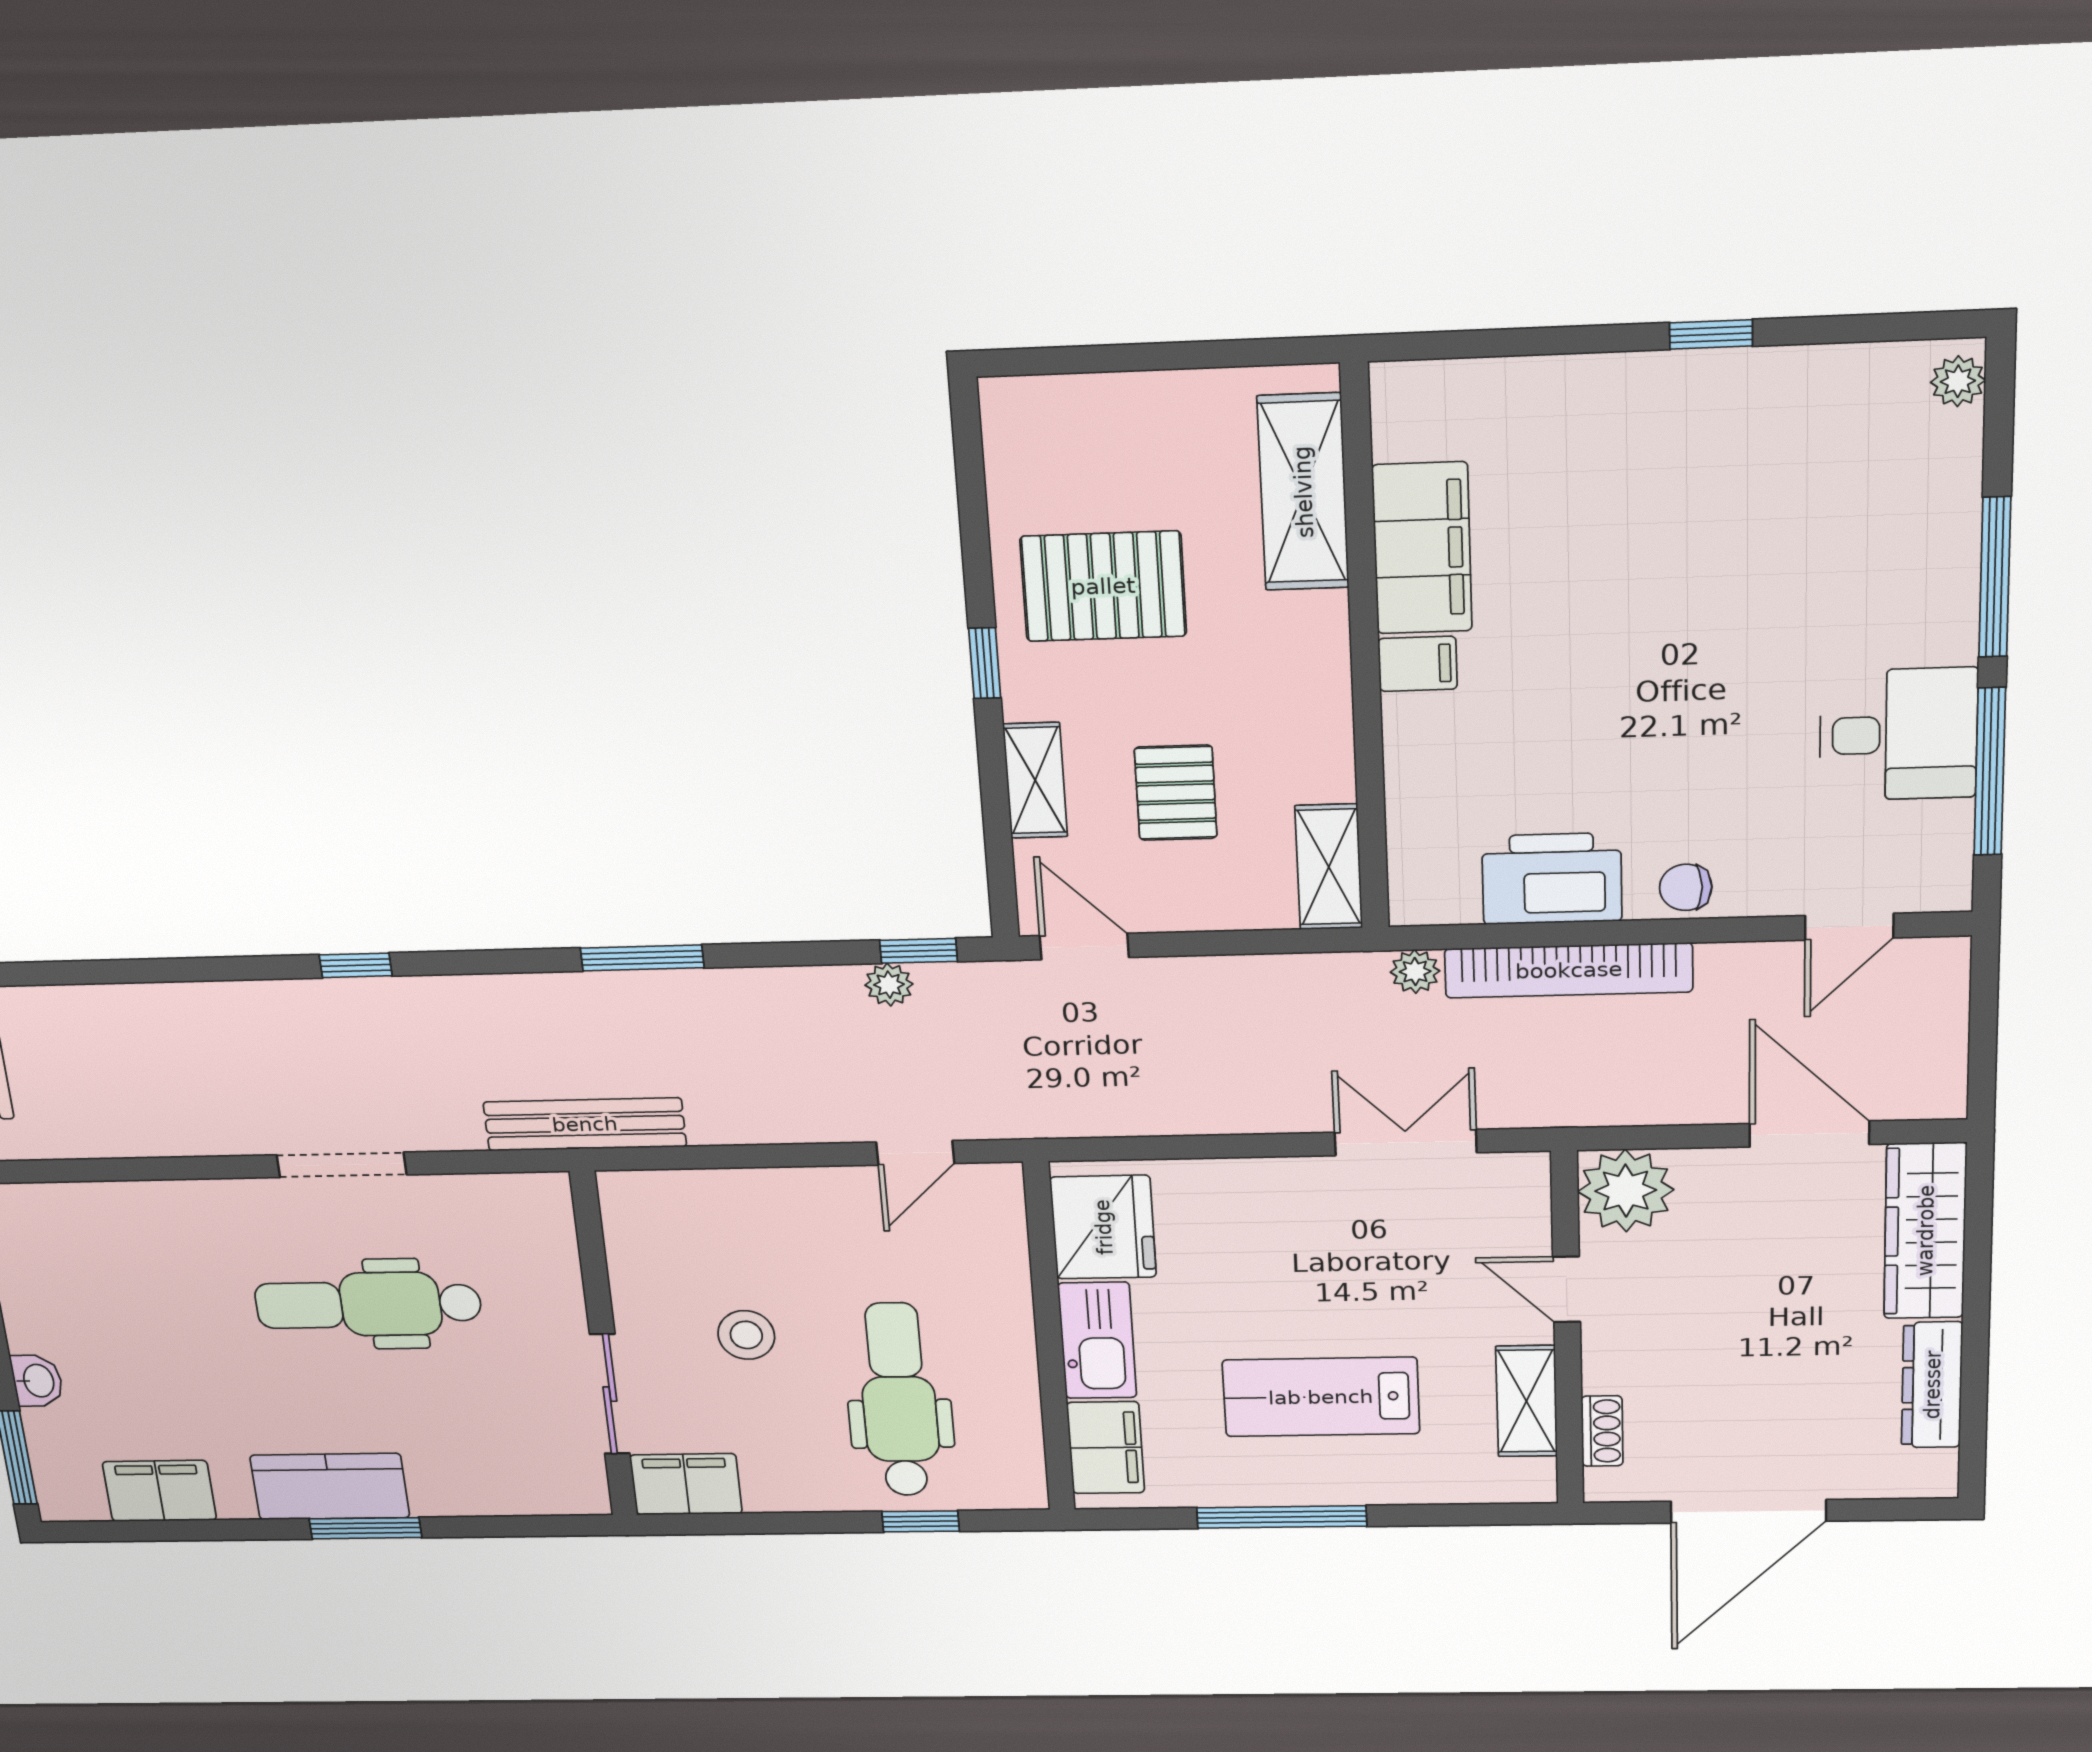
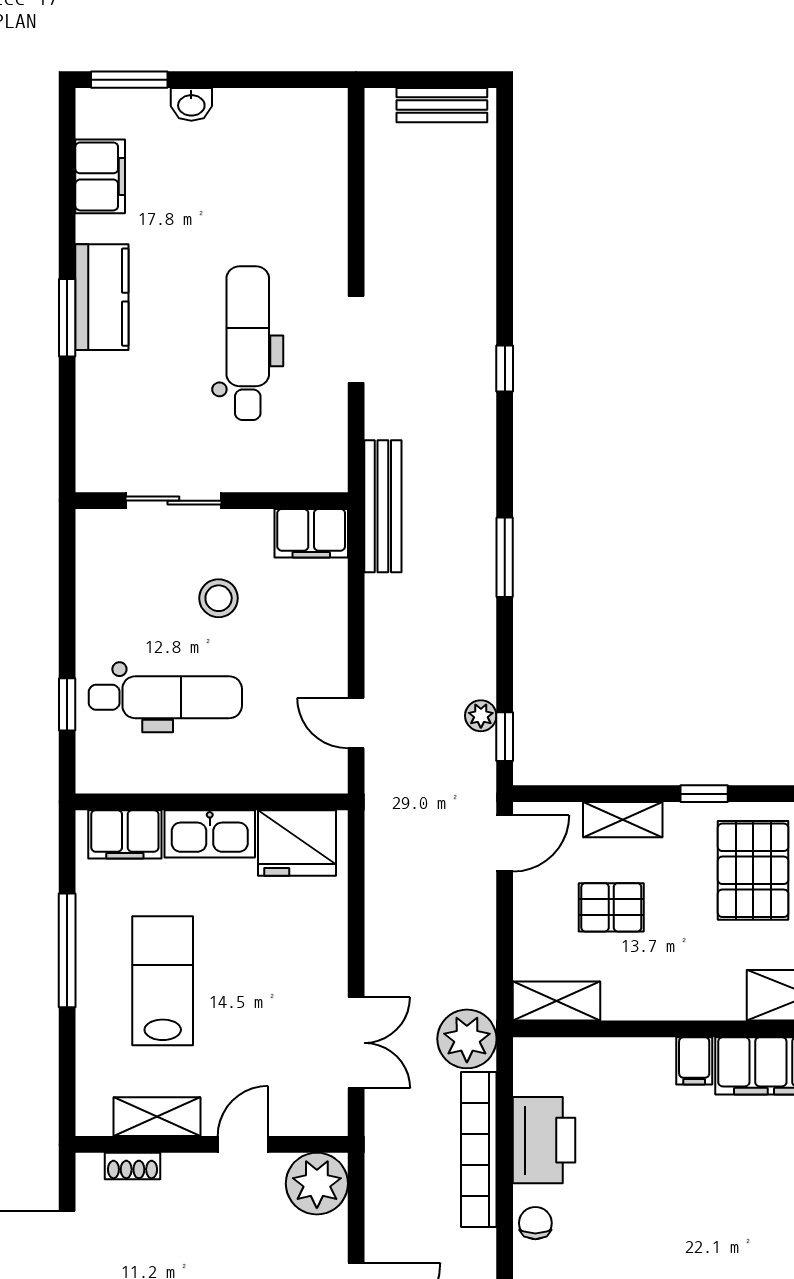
plant: (1415, 972) -> (467, 1039), width x1.88, depth x1.88
filing cabinet: (686, 1484) -> (311, 533), moved, turned 90

